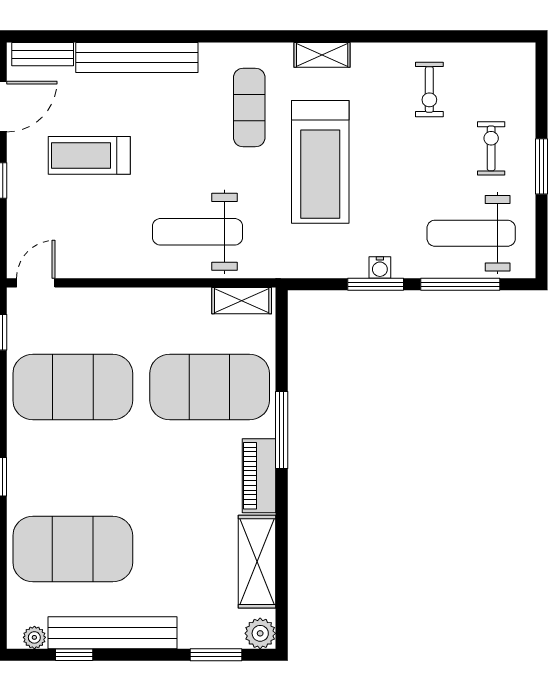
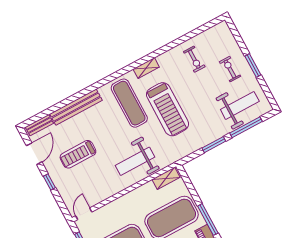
exercise mat: (249, 108) -> (129, 103), width x1.36, depth x1.45
weight bench: (471, 233) -> (240, 105), turned 180
water cooler: (380, 268) -> (212, 137), removed

